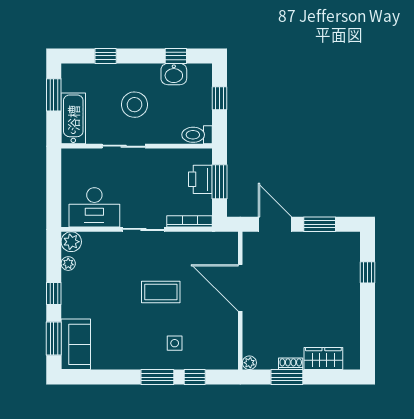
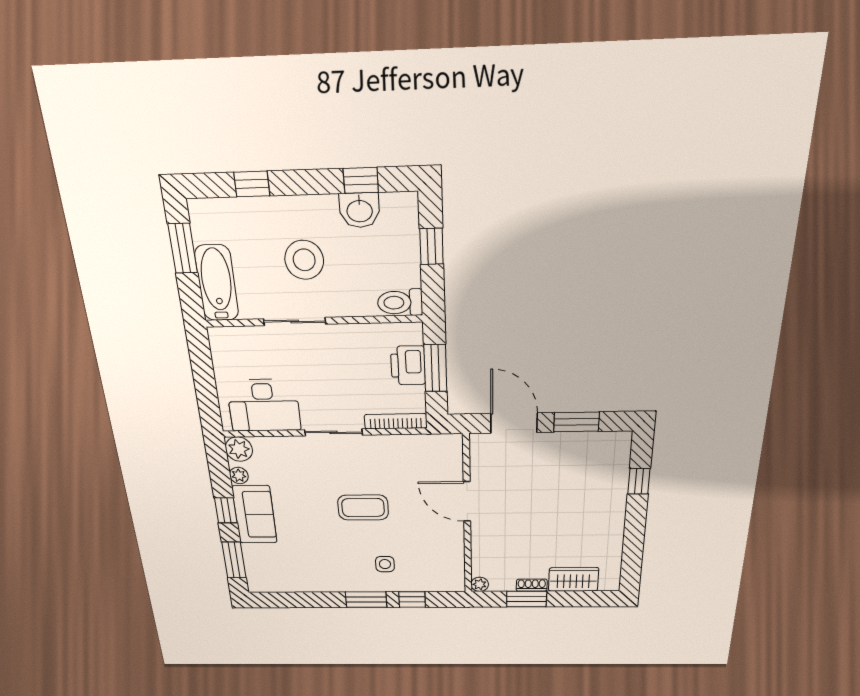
door: (240, 288) -> (467, 502), width x0.73
sofa: (76, 344) -> (255, 515), moved

